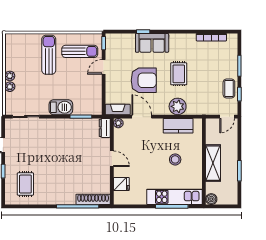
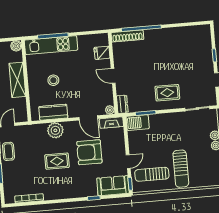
sofa: (152, 43) -> (113, 186), moved
rug: (179, 74) -> (57, 161), turned 90
barbecue: (61, 107) -> (138, 123), moved
rug: (25, 184) -> (167, 93), moved, turned 90

